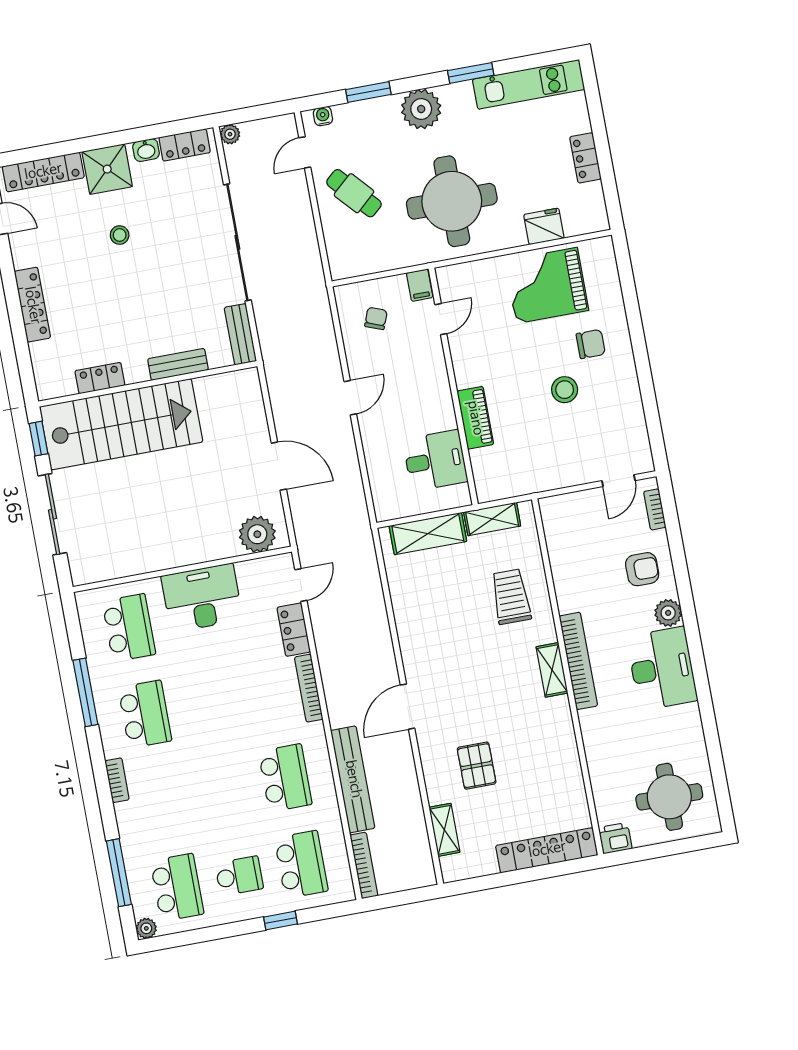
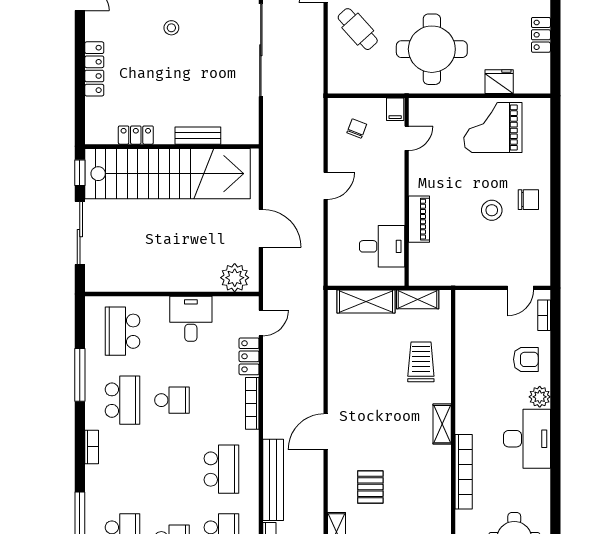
bench: (240, 334) -> (250, 121), removed
chair: (591, 344) -> (528, 200), moved
stairs: (121, 424) -> (168, 174), width x1.36
desk: (202, 598) -> (191, 319), width x0.73
school desk: (129, 628) -> (123, 331), turned 180
bookcase: (578, 661) -> (464, 472), moved
school desk: (207, 703) -> (172, 400), added

